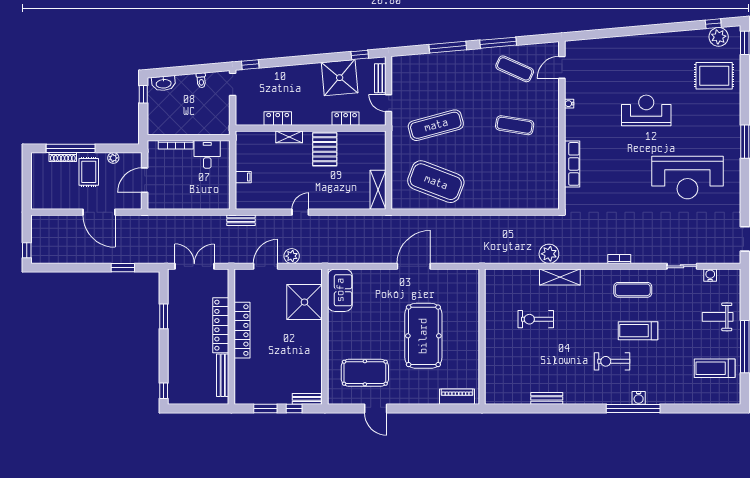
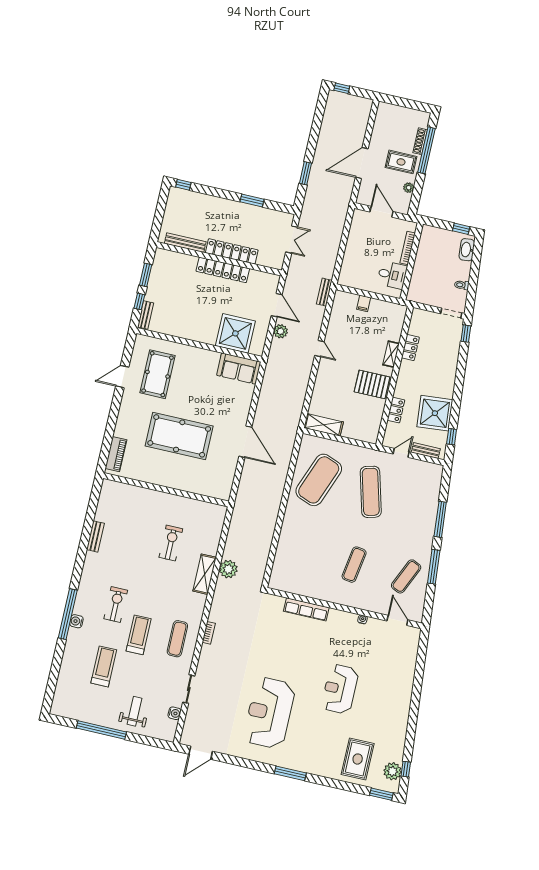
reception desk: (646, 110) -> (340, 689), turned 180
double door: (194, 266) -> (292, 240), width x0.73
treadmill: (715, 368) -> (104, 666), moved

